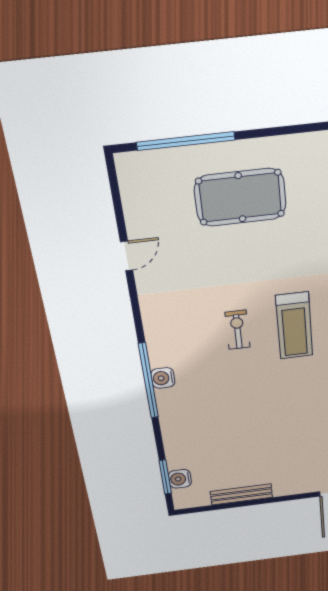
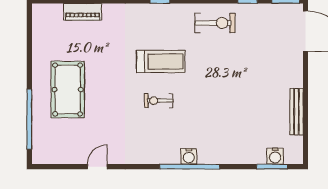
door: (127, 256) -> (97, 167), hinge flipped

